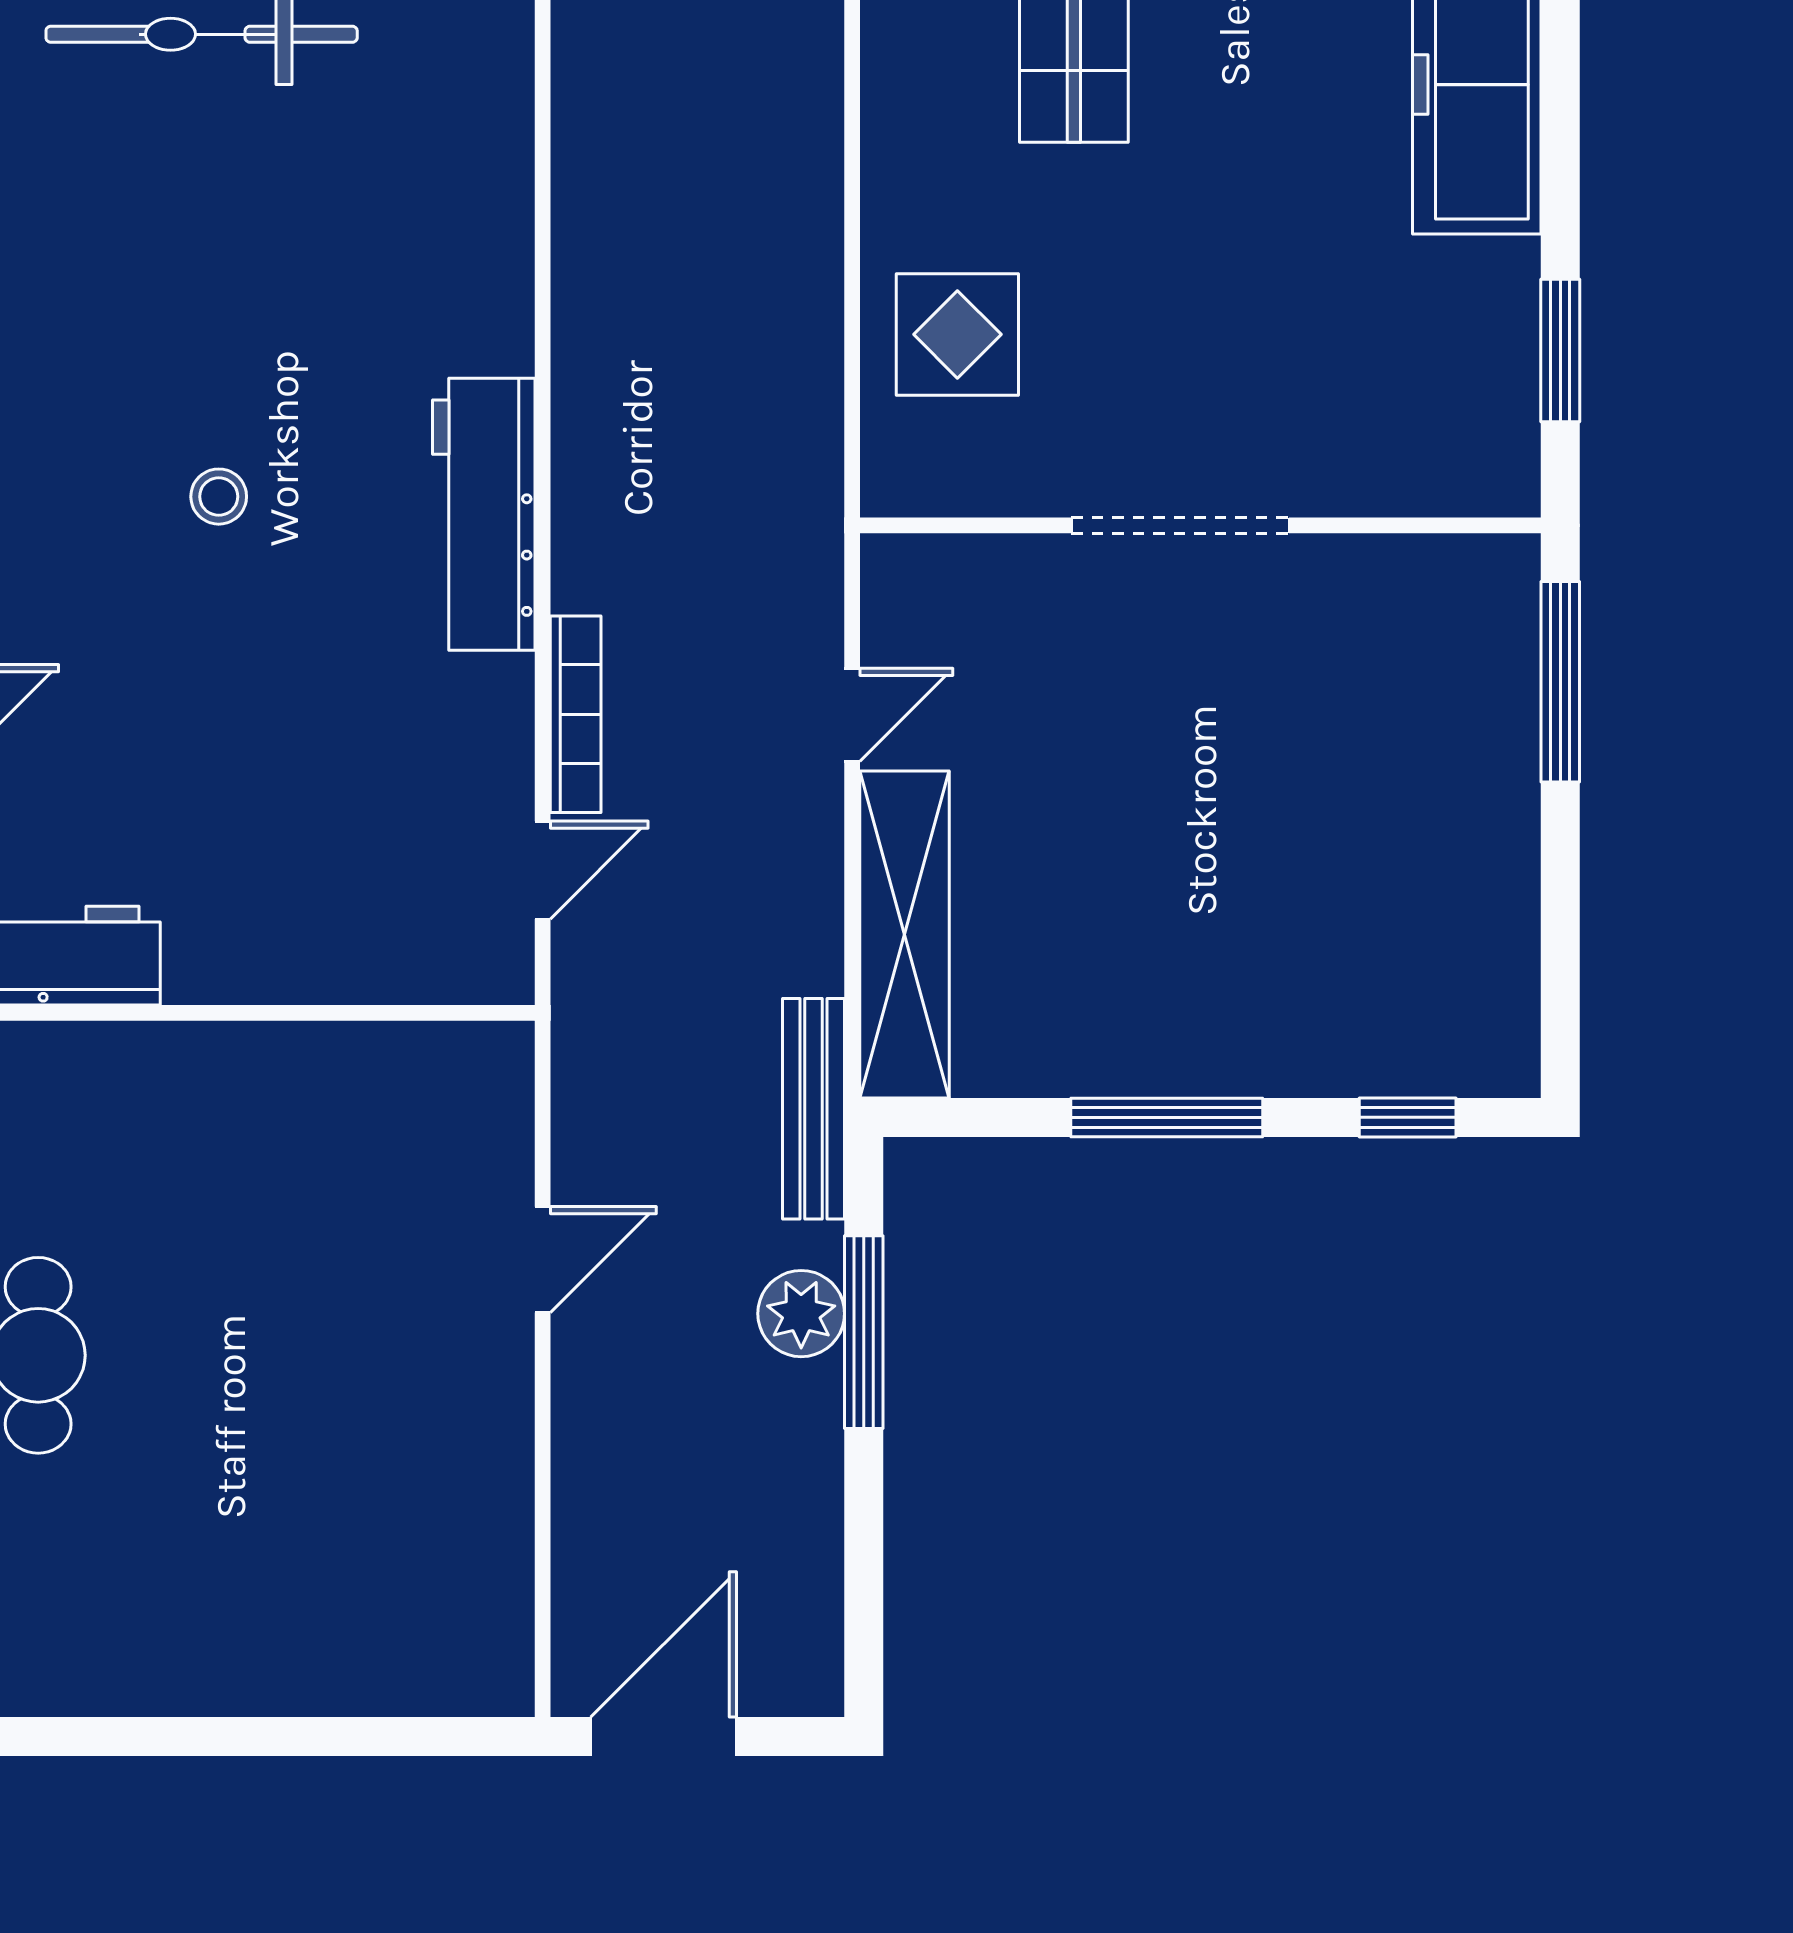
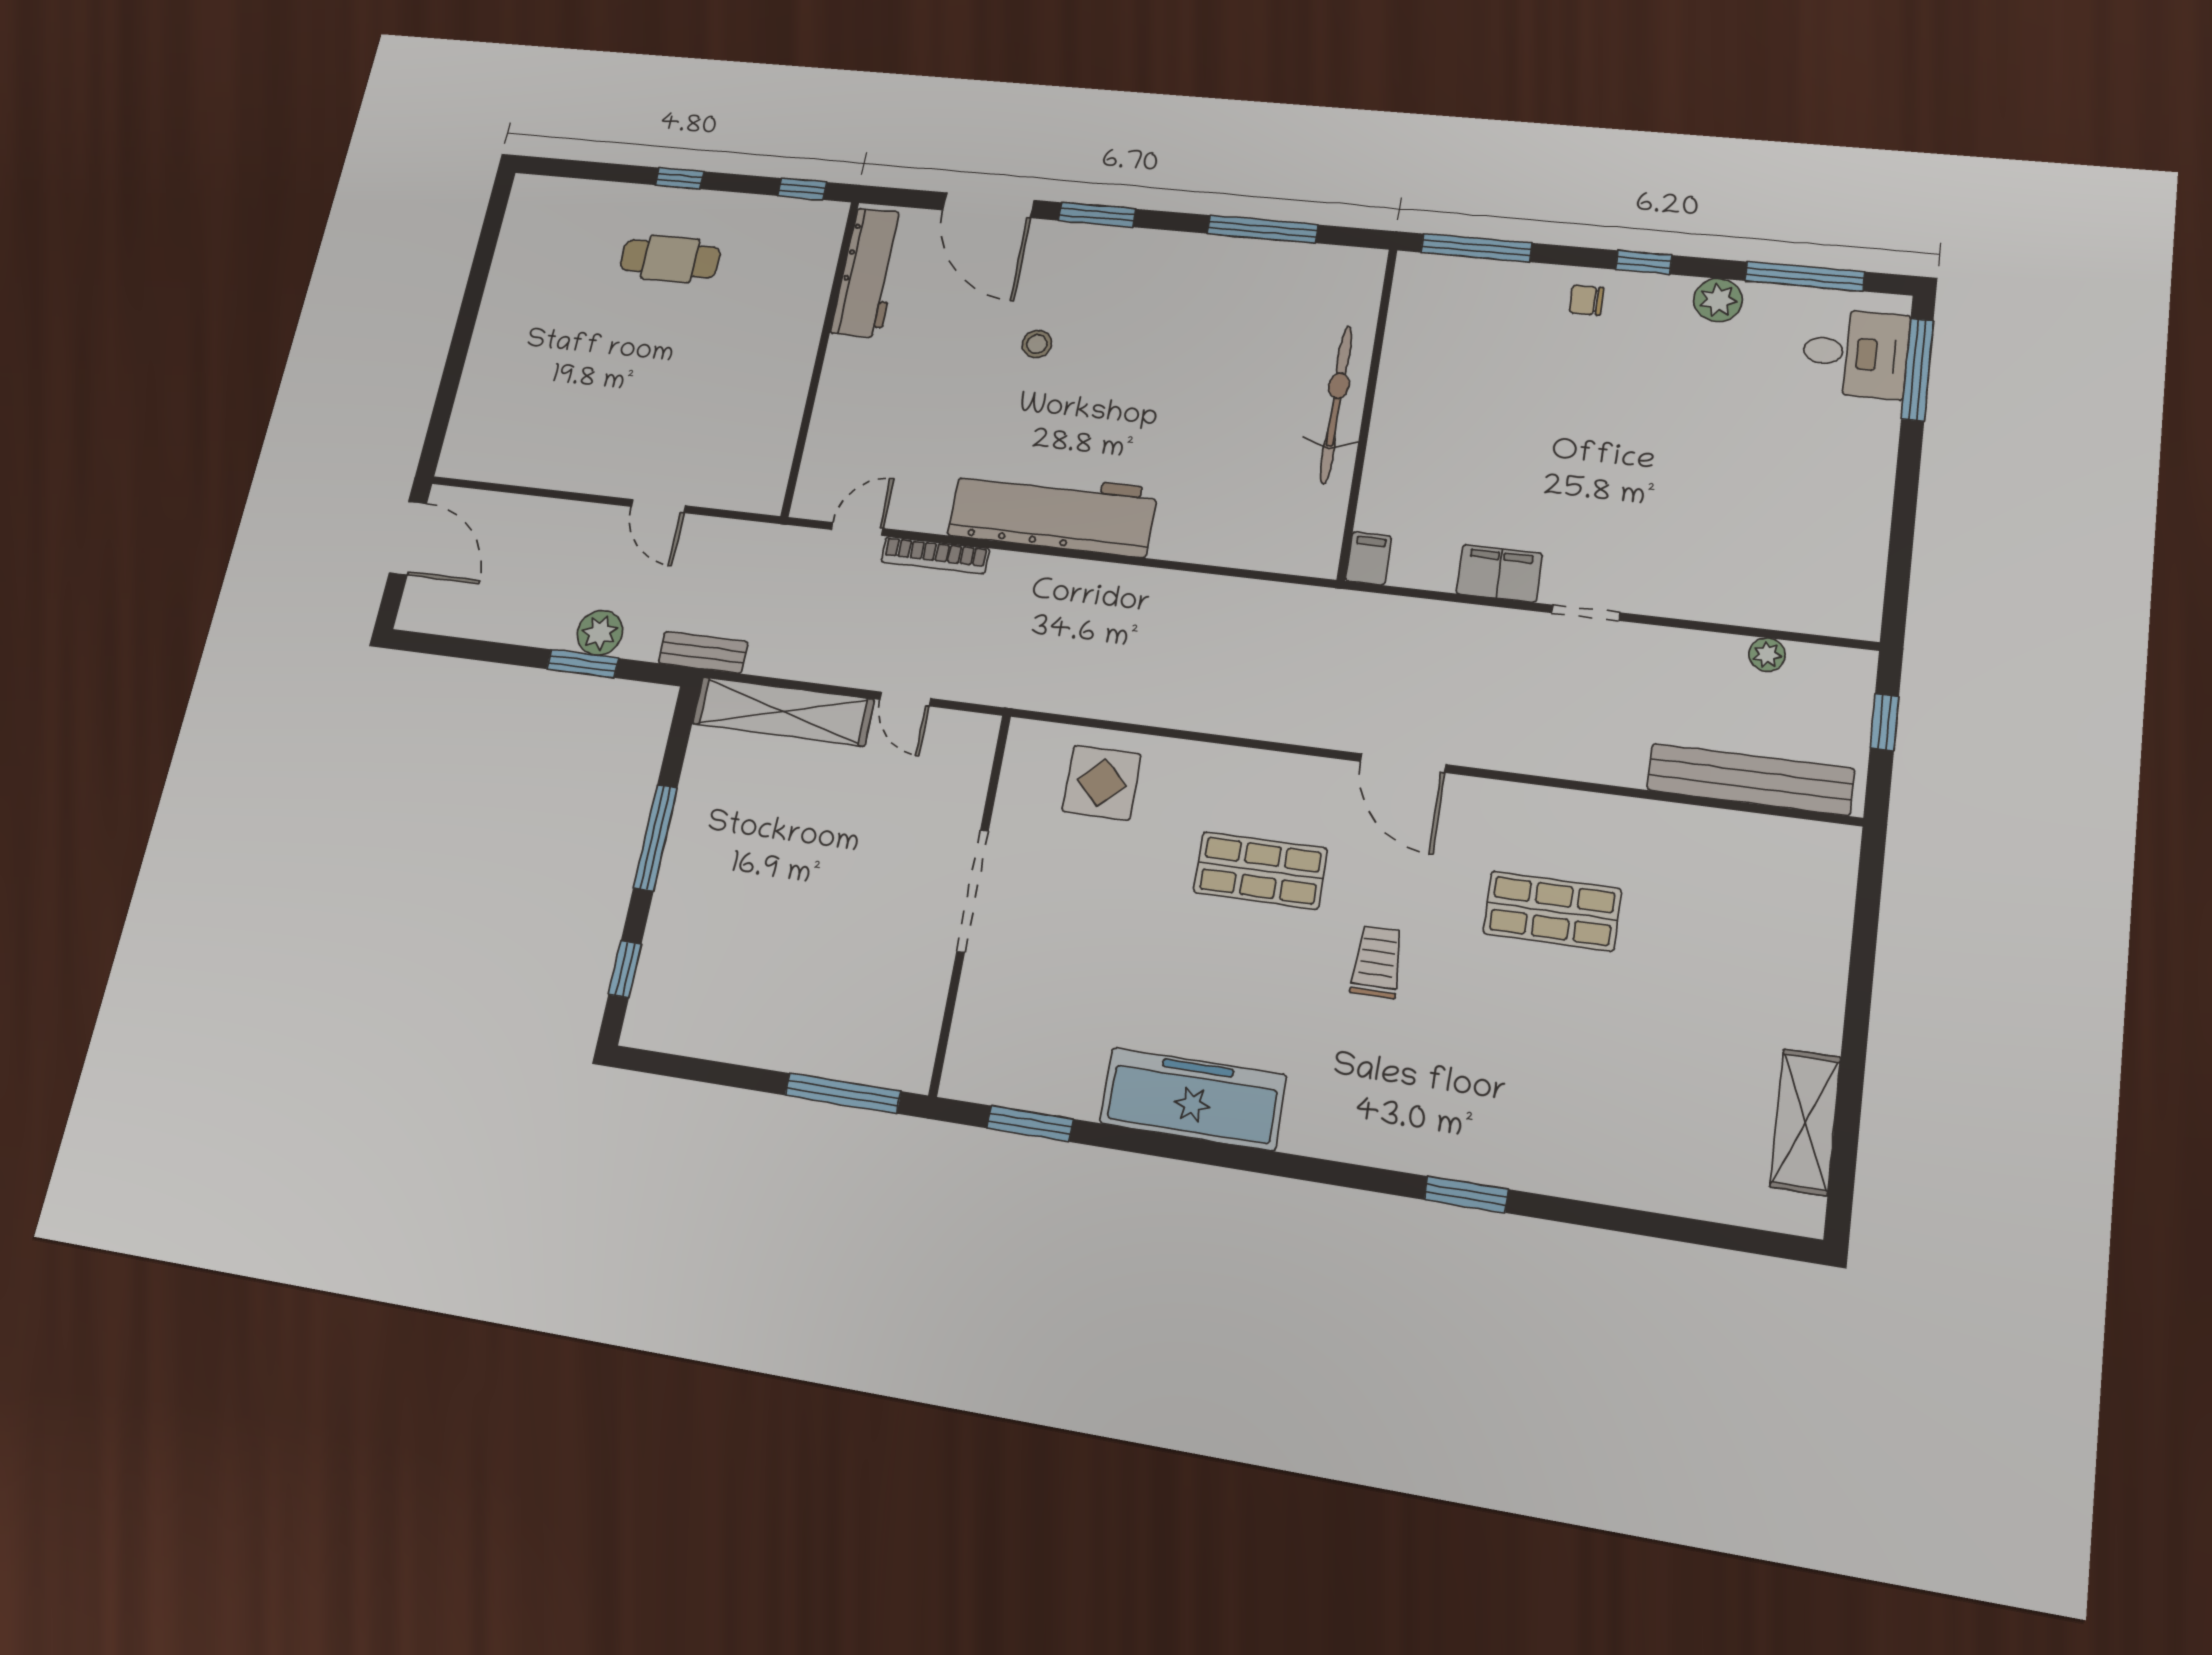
stool: (219, 497) -> (1037, 344), moved
workbench: (484, 514) -> (1052, 512), width x1.36, depth x1.32
door: (543, 870) -> (857, 529), swing flipped
bench: (814, 1109) -> (703, 652), width x0.73
window: (864, 1332) -> (583, 664), width x0.69

